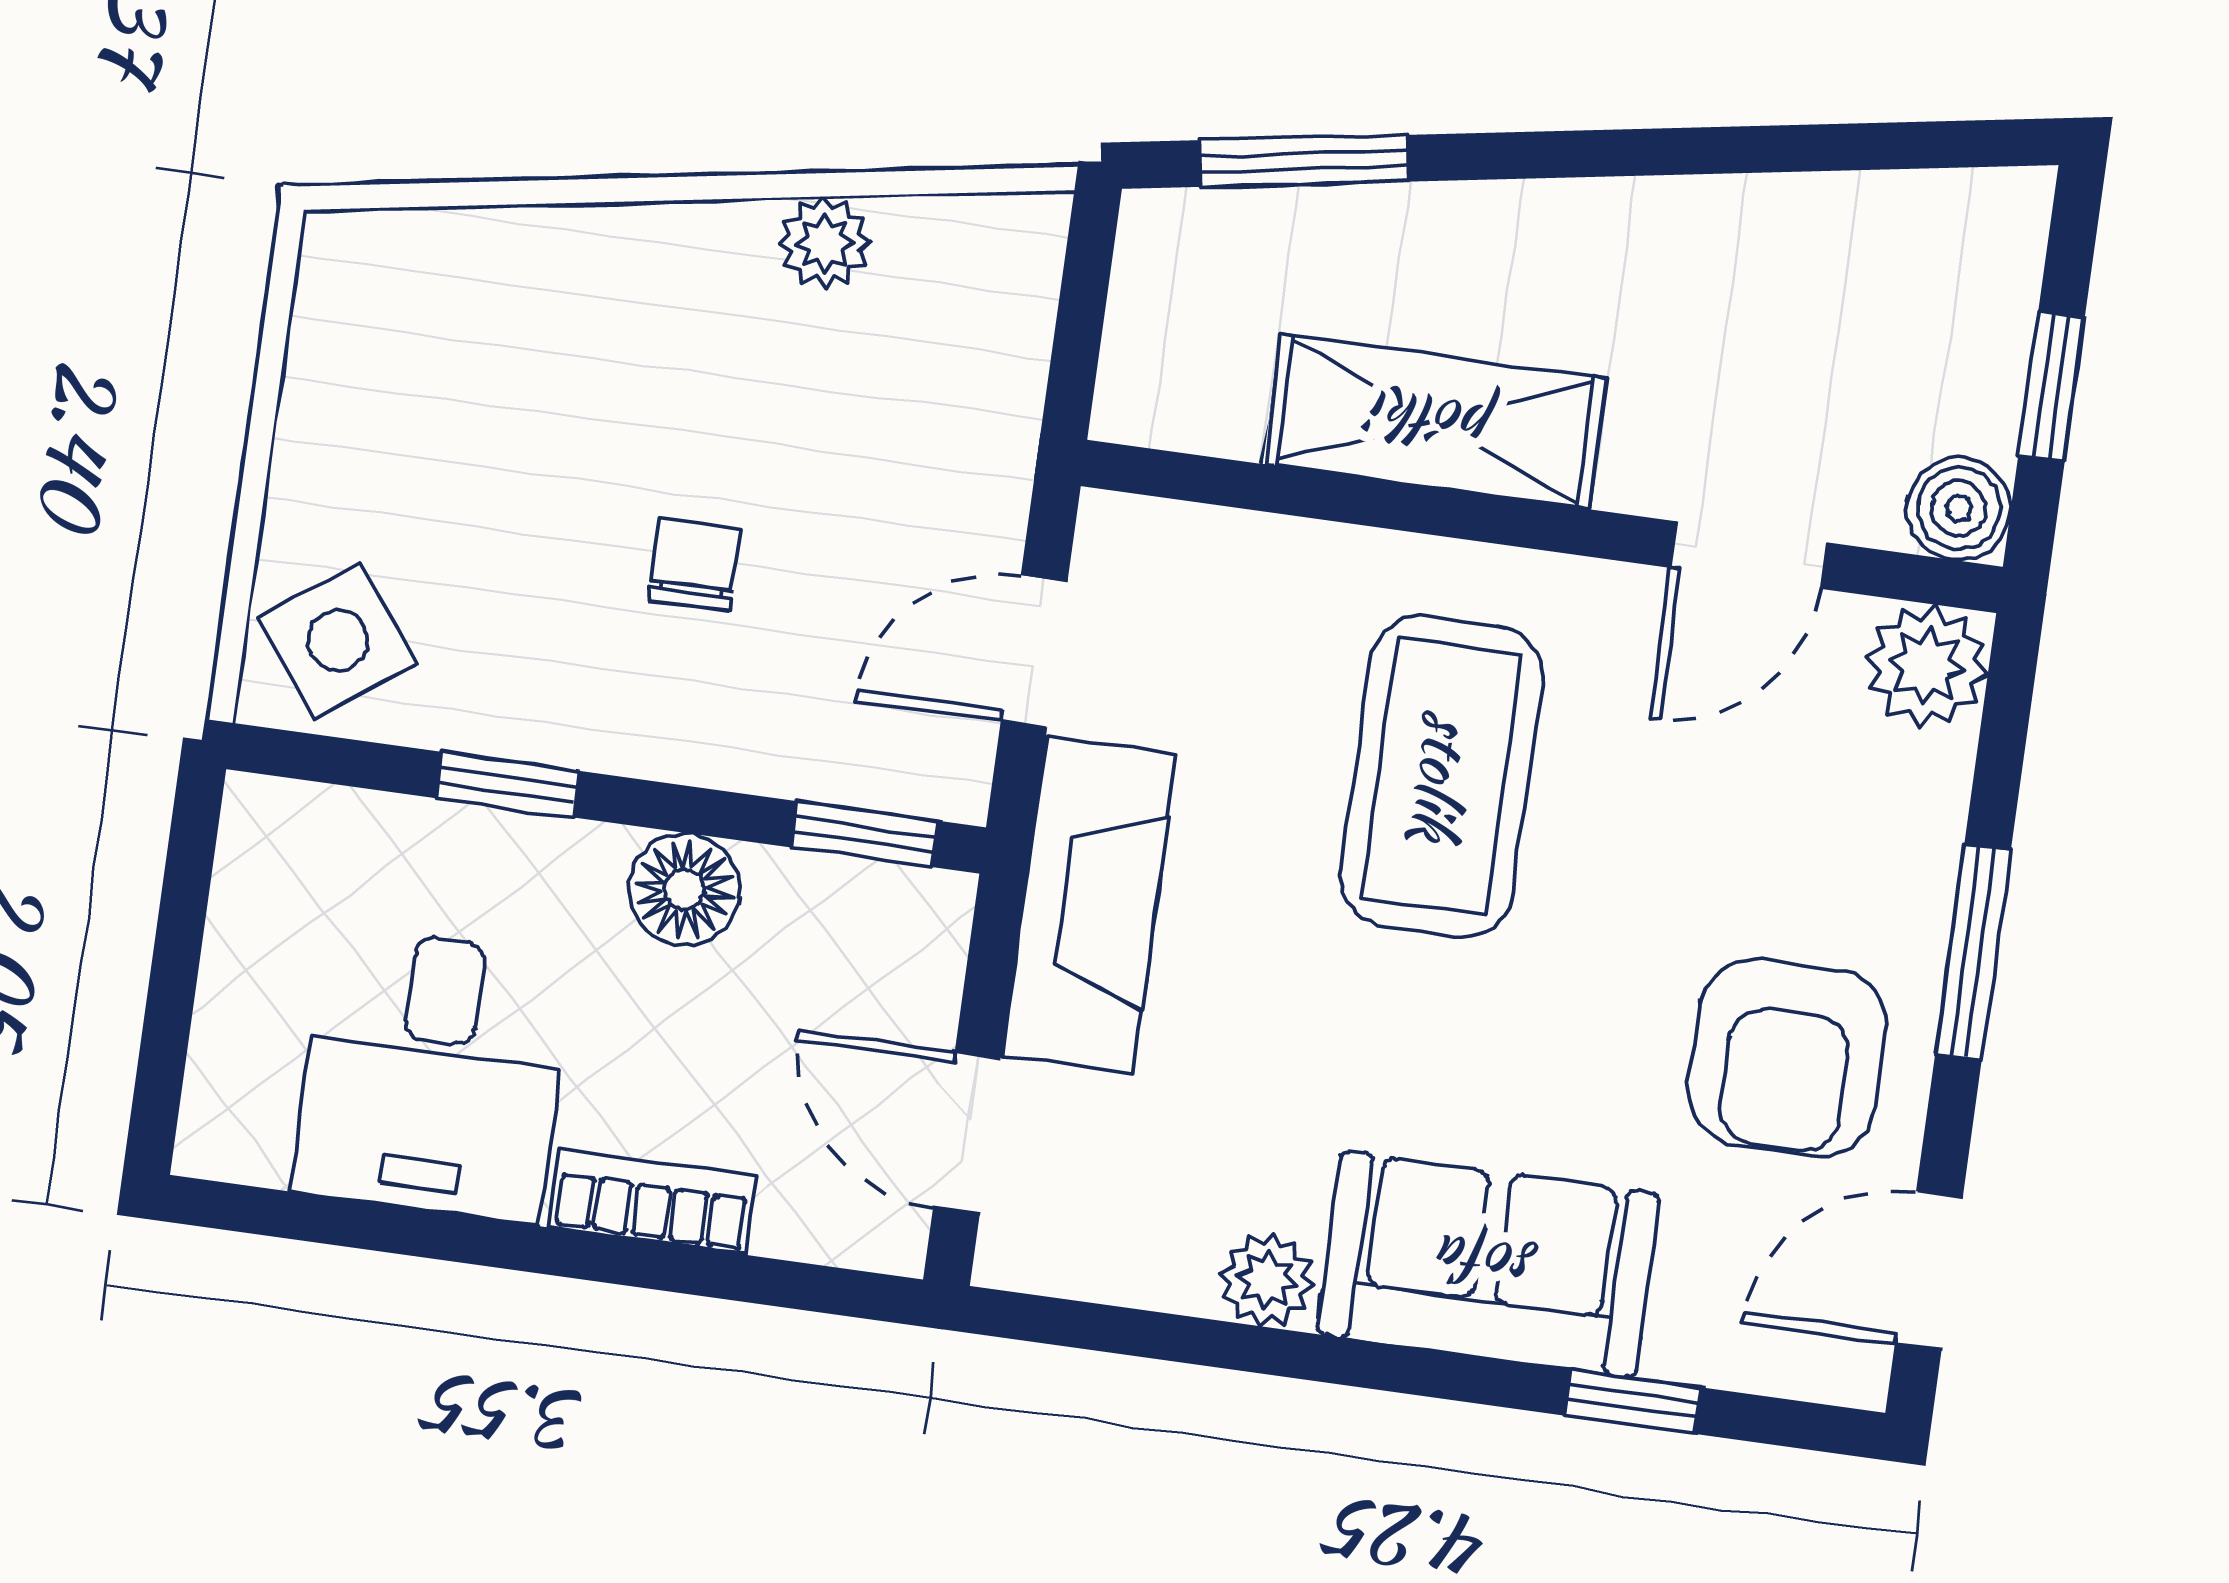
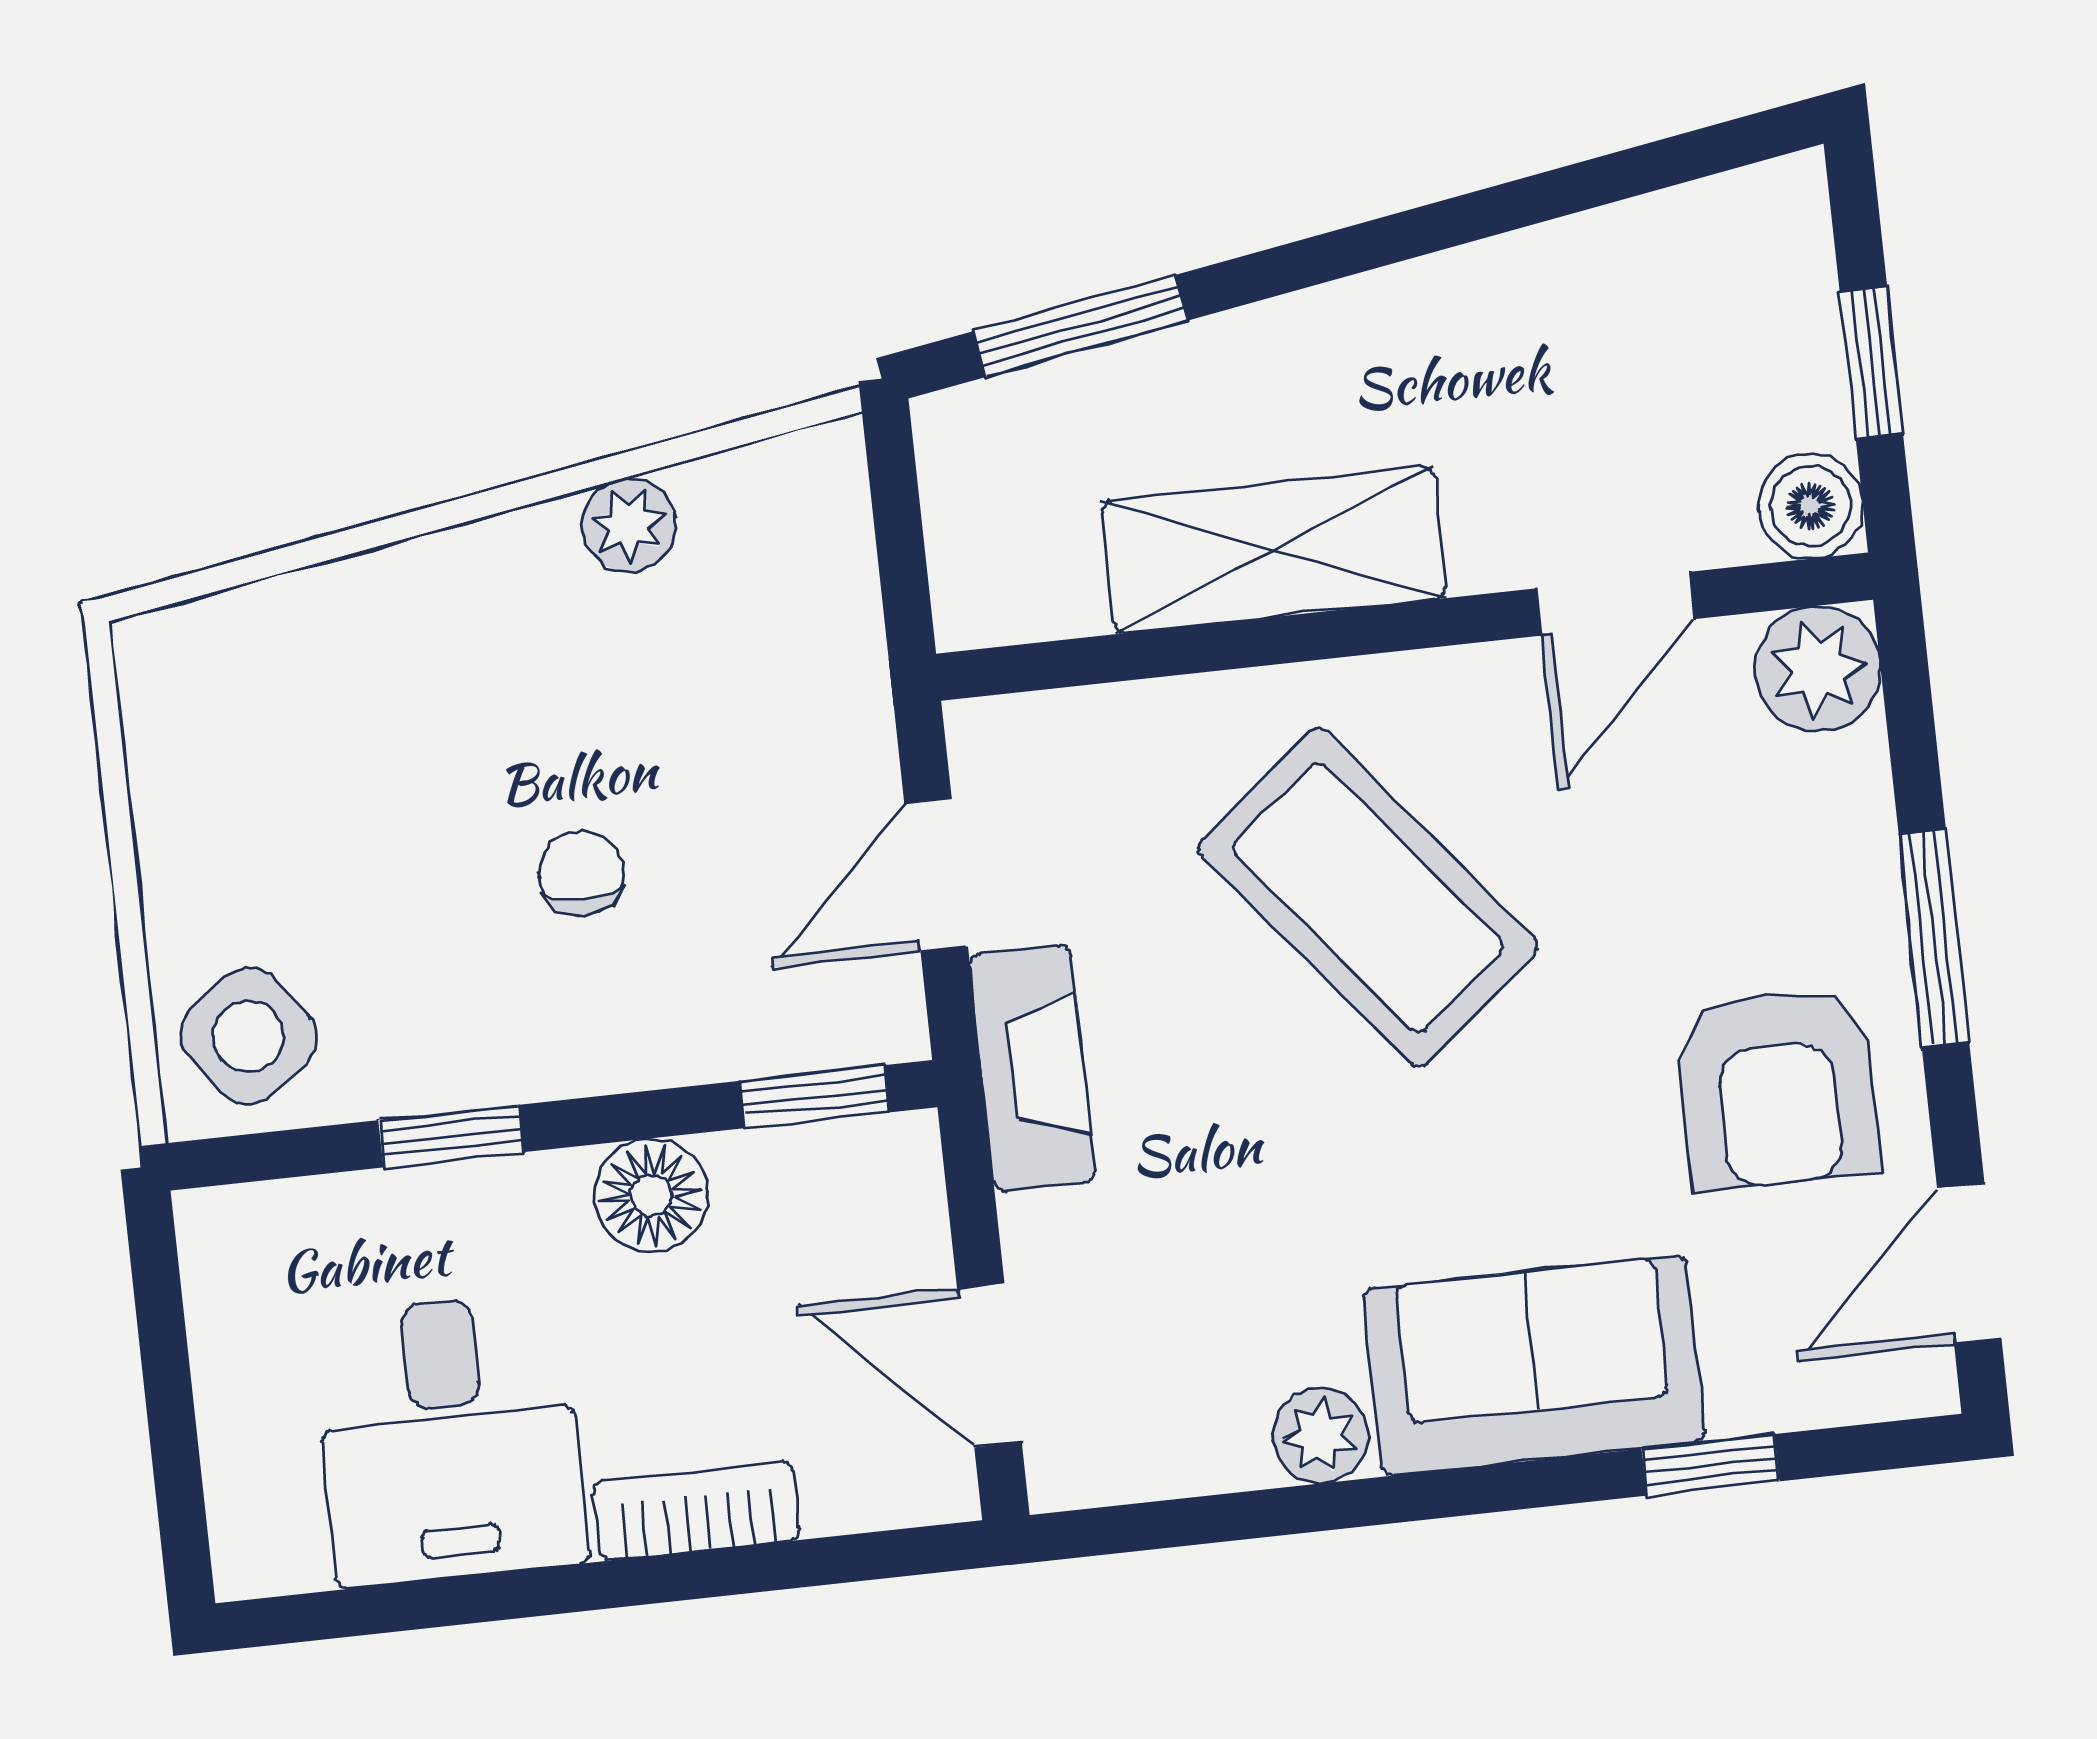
coffee table: (1442, 777) -> (1368, 897), turned -39
fireplace: (1089, 905) -> (1032, 1068), width x0.73, depth x0.76

